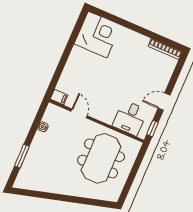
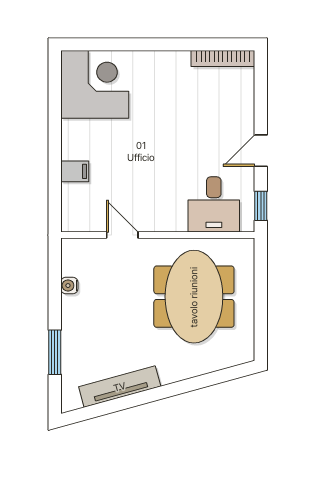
filing cabinet: (59, 97) -> (75, 171), moved
tv unit: (46, 186) -> (120, 387), added

